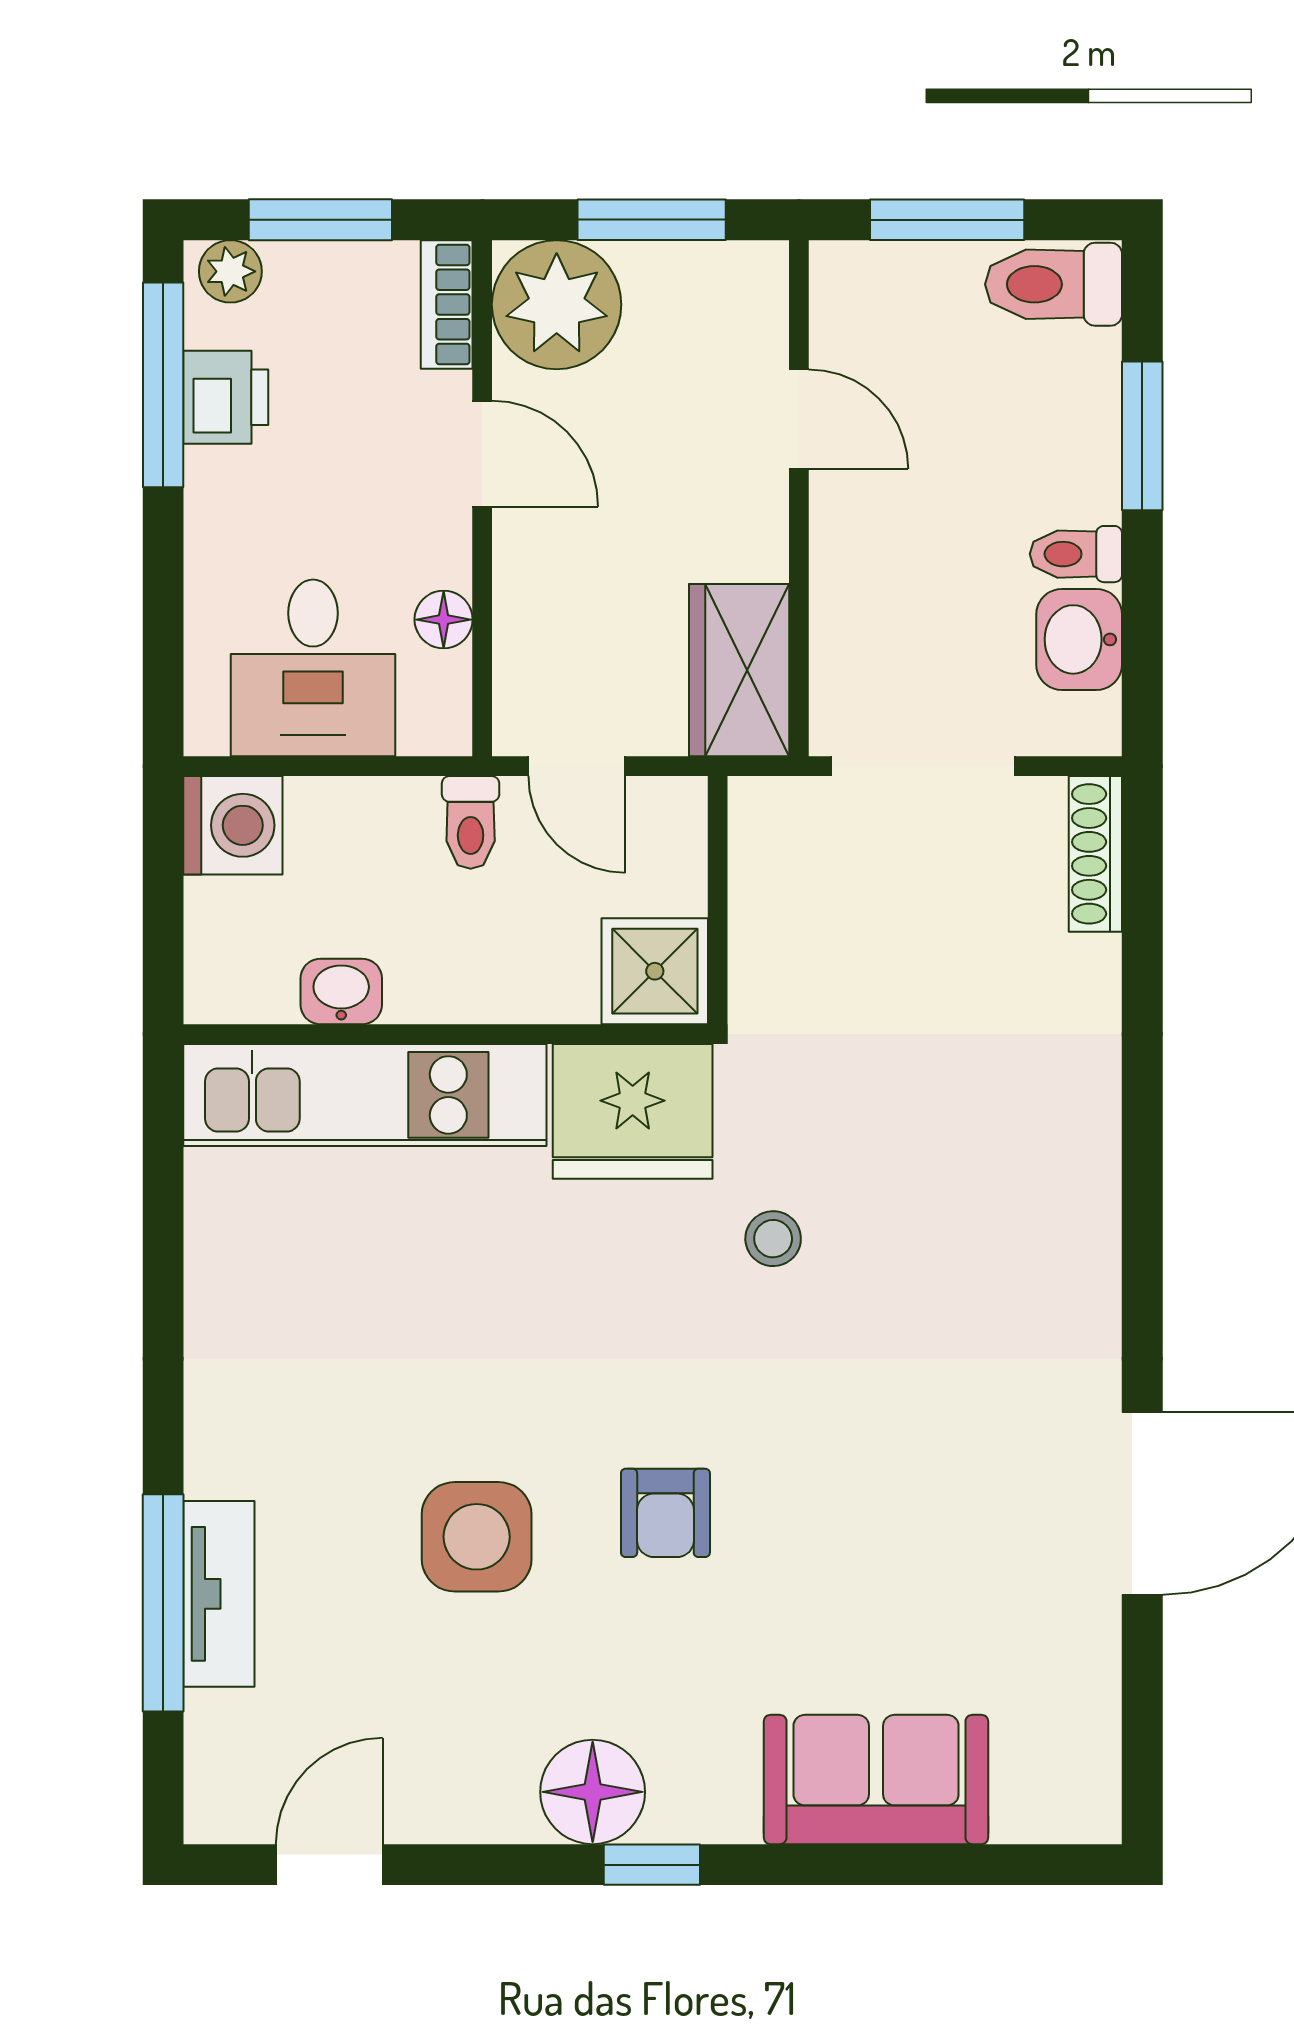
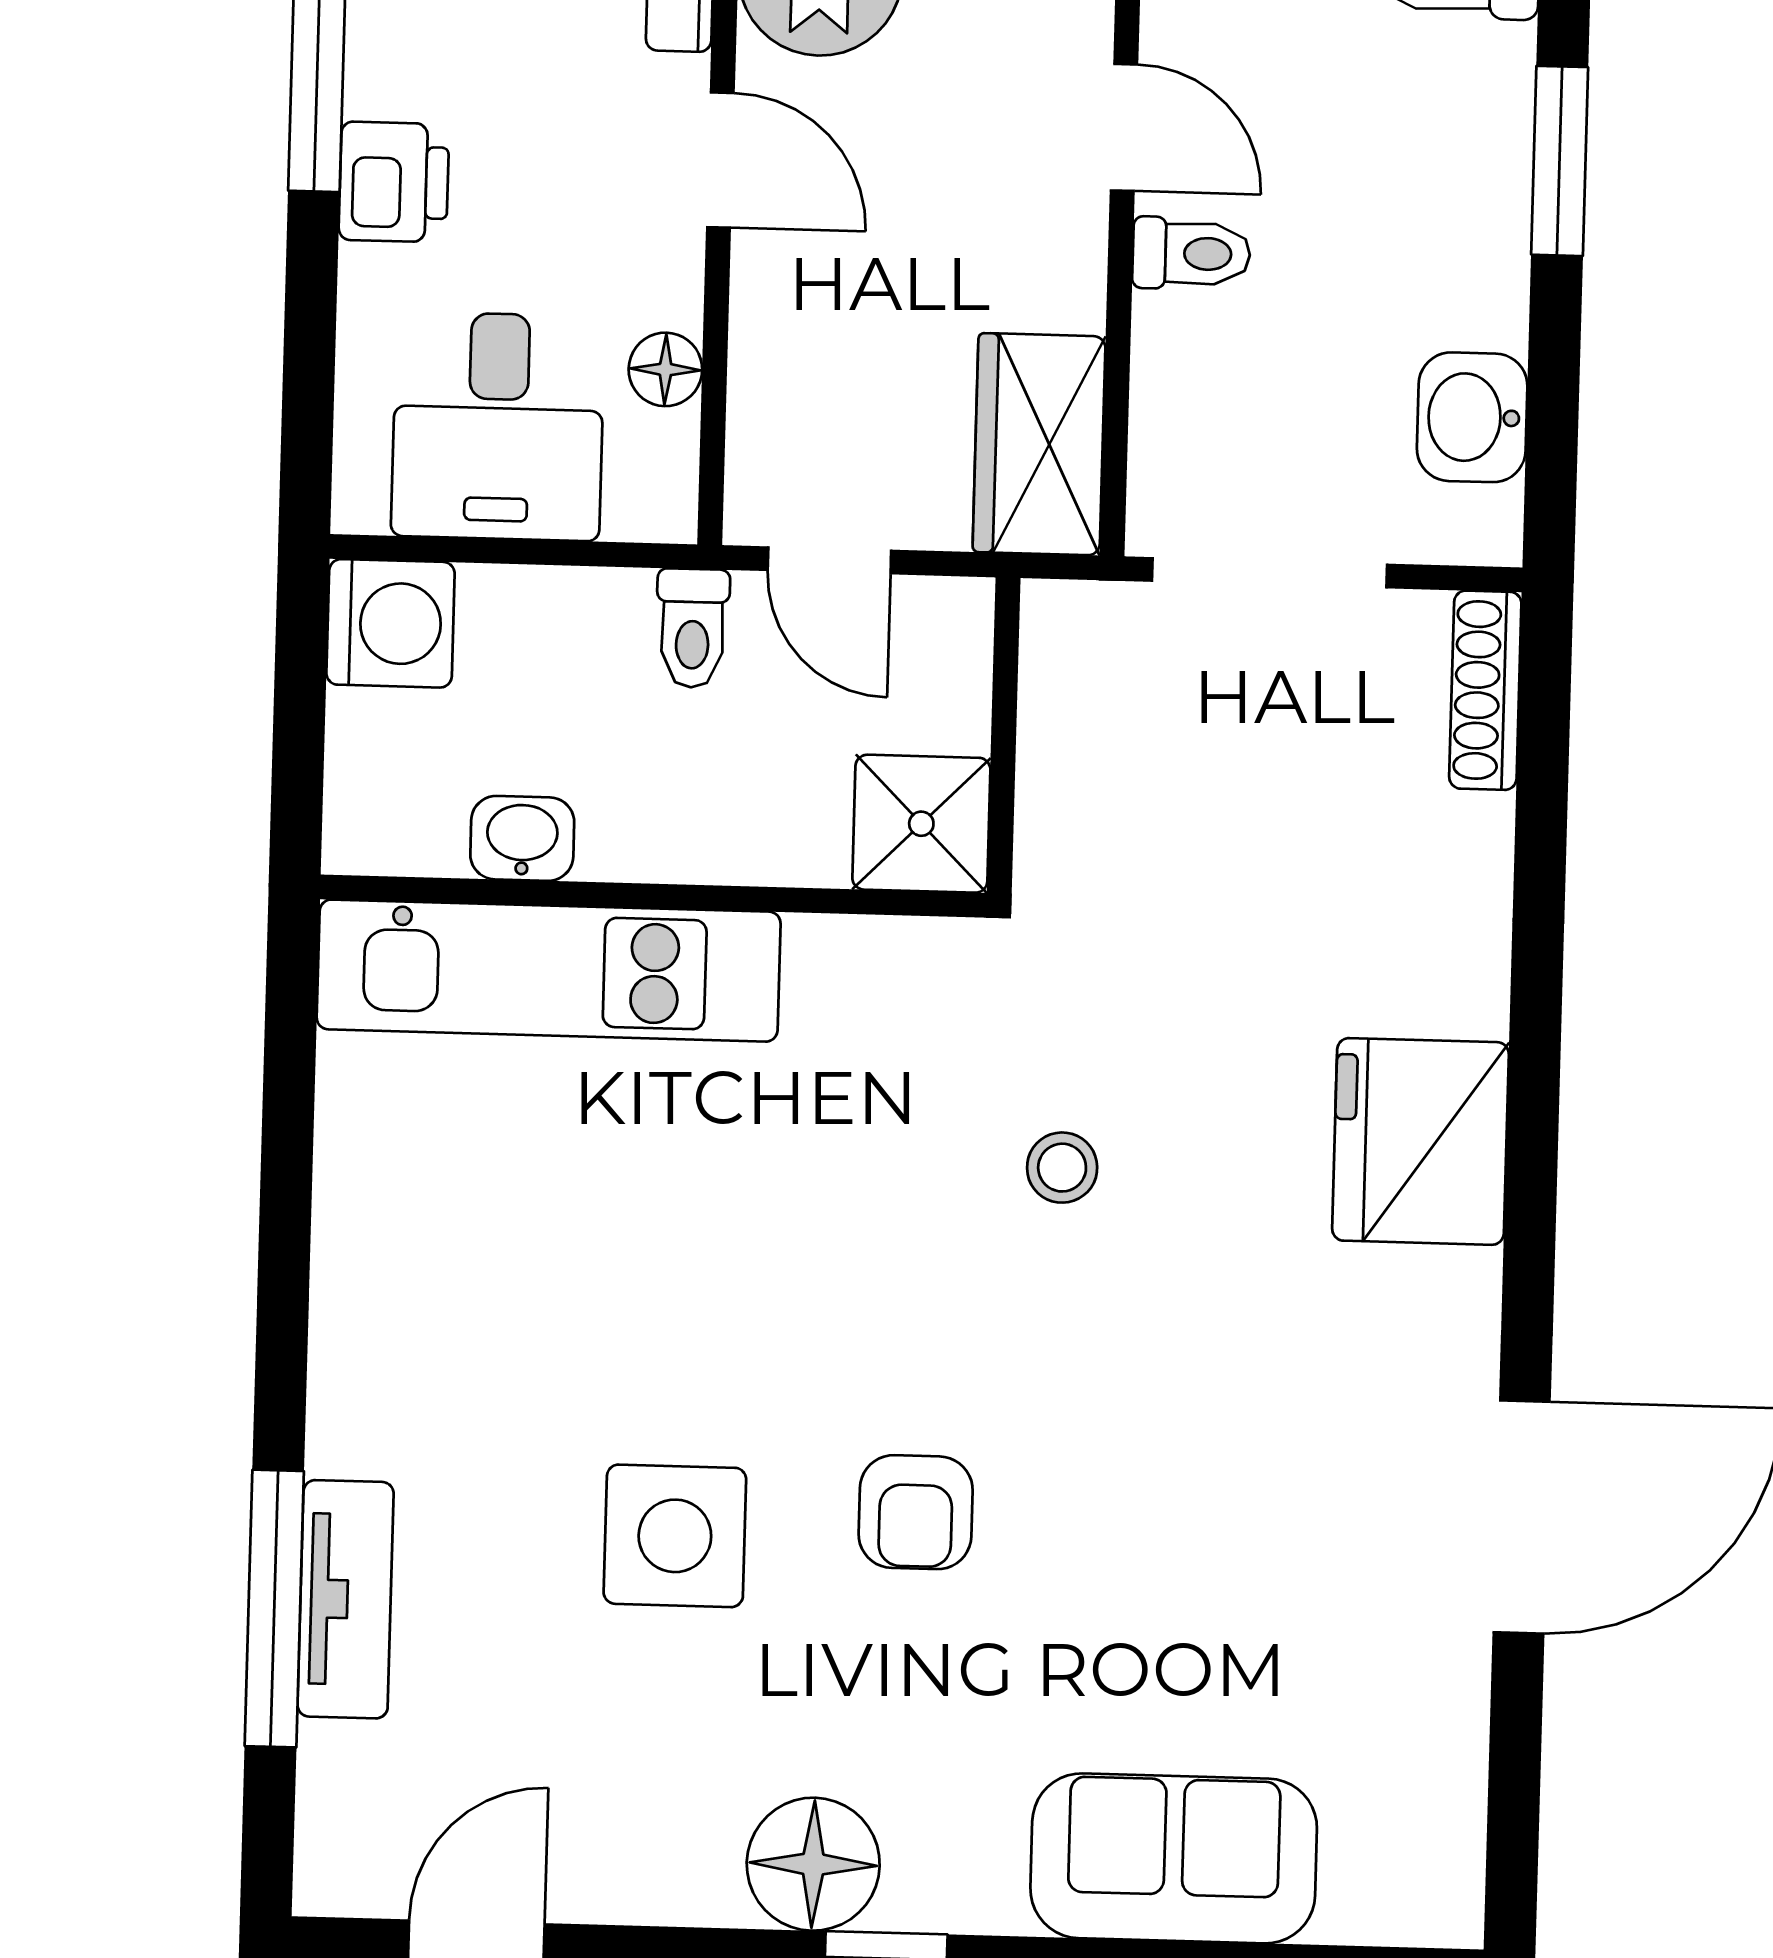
printer: (226, 397) -> (394, 182), moved
toilet: (1076, 554) -> (1191, 254), moved, turned 180
fridge: (633, 1111) -> (1421, 1141), moved, turned 90

